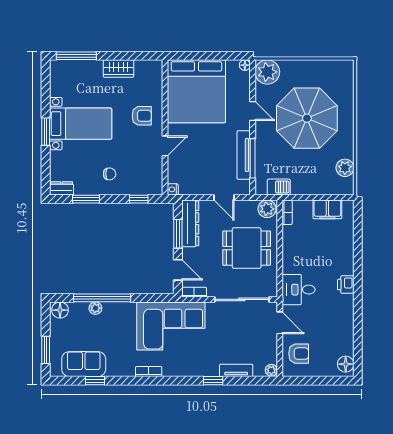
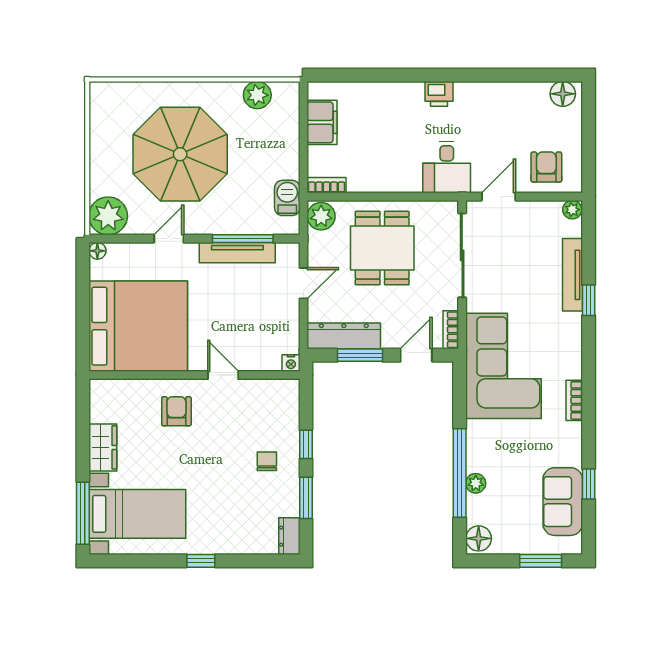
bed with nightstands: (81, 124) -> (137, 514), moved, turned 90
window: (46, 132) -> (201, 561), width x0.67
window: (139, 199) -> (306, 444), moved
tv unit: (236, 370) -> (573, 275), width x1.41

